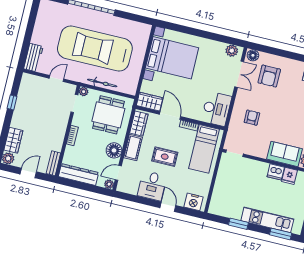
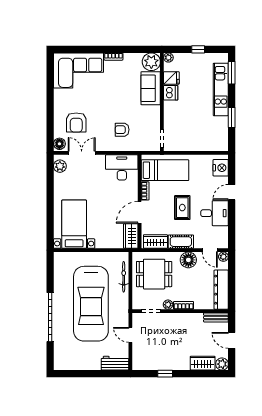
bed with nightstands: (172, 58) -> (74, 224), width x0.73
armchair: (269, 76) -> (76, 122), turned 90
bicycle: (102, 83) -> (124, 277), moved
plant: (84, 92) -> (168, 305), moved

